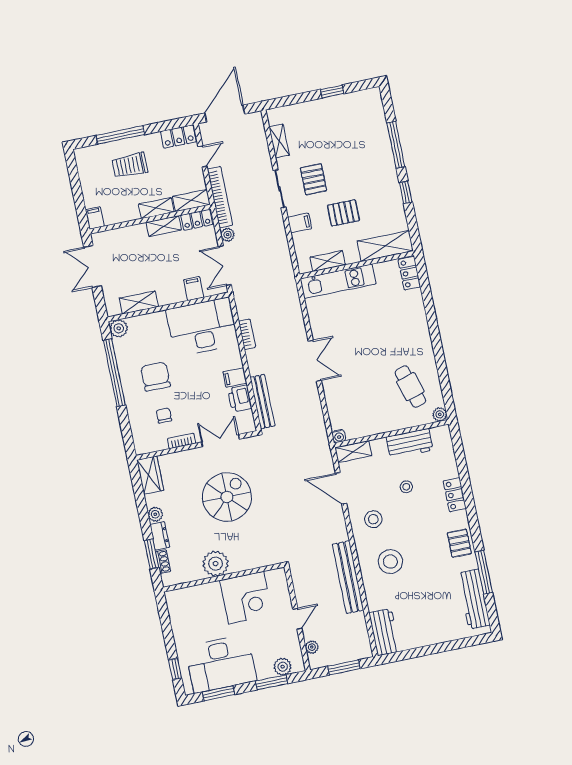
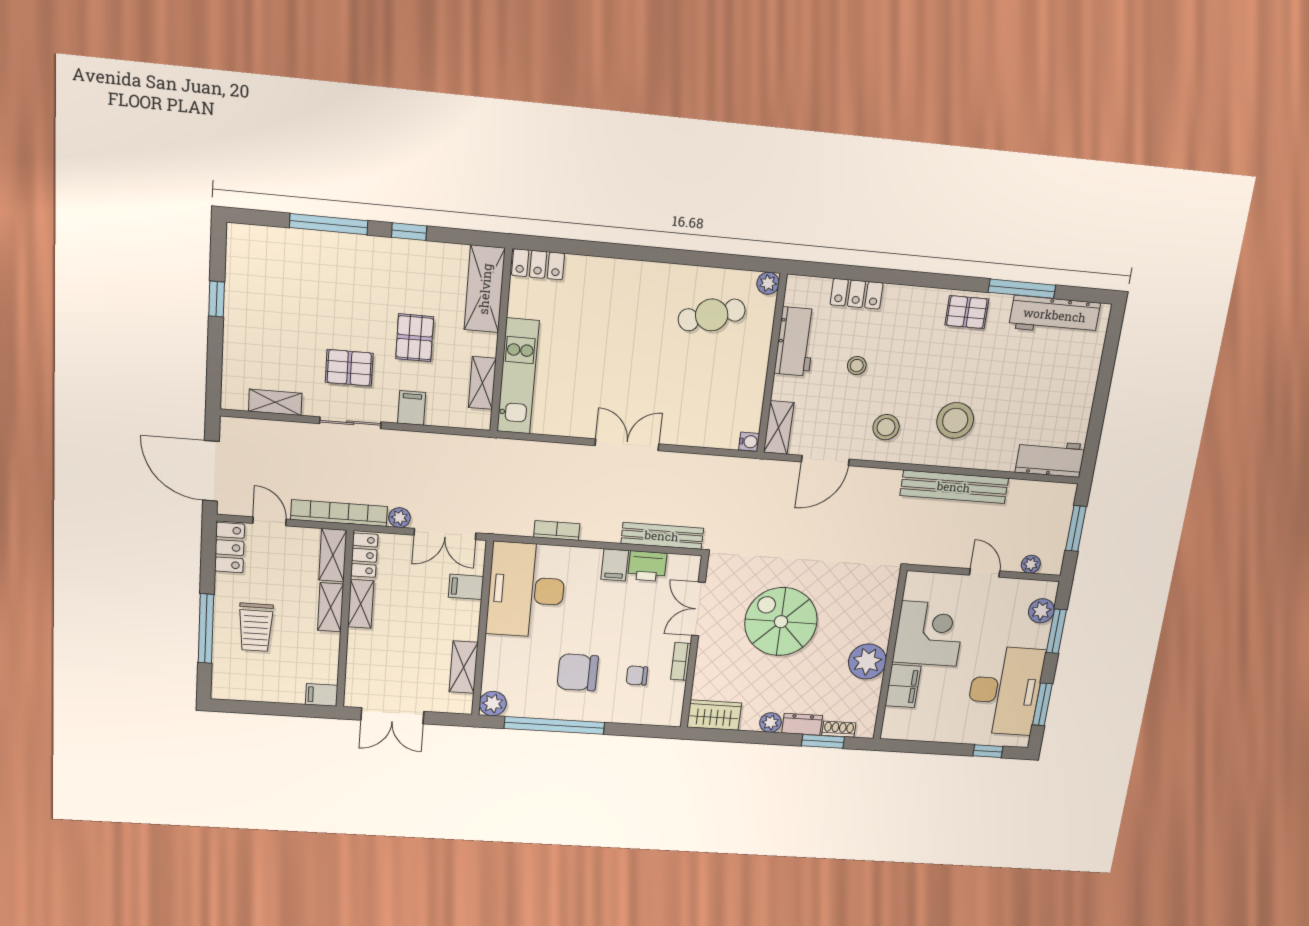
locker: (455, 495) -> (857, 294), moved
filing cabinet: (205, 594) -> (903, 686), added

